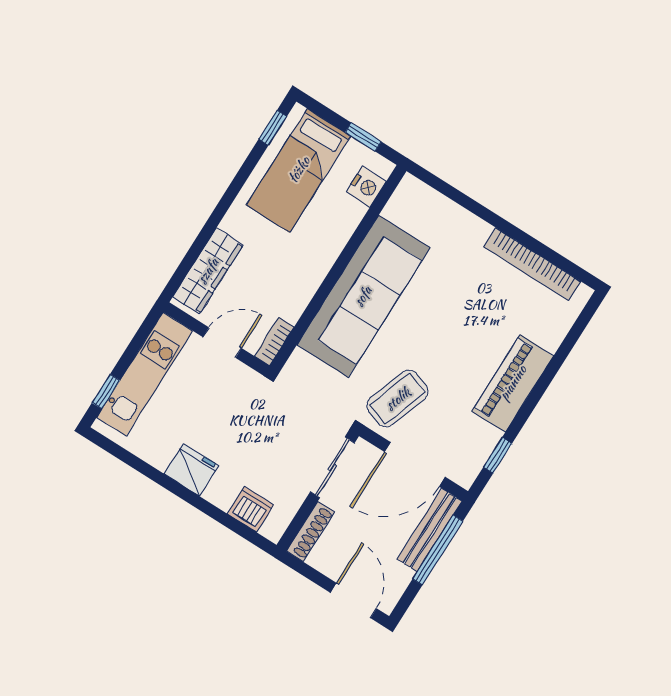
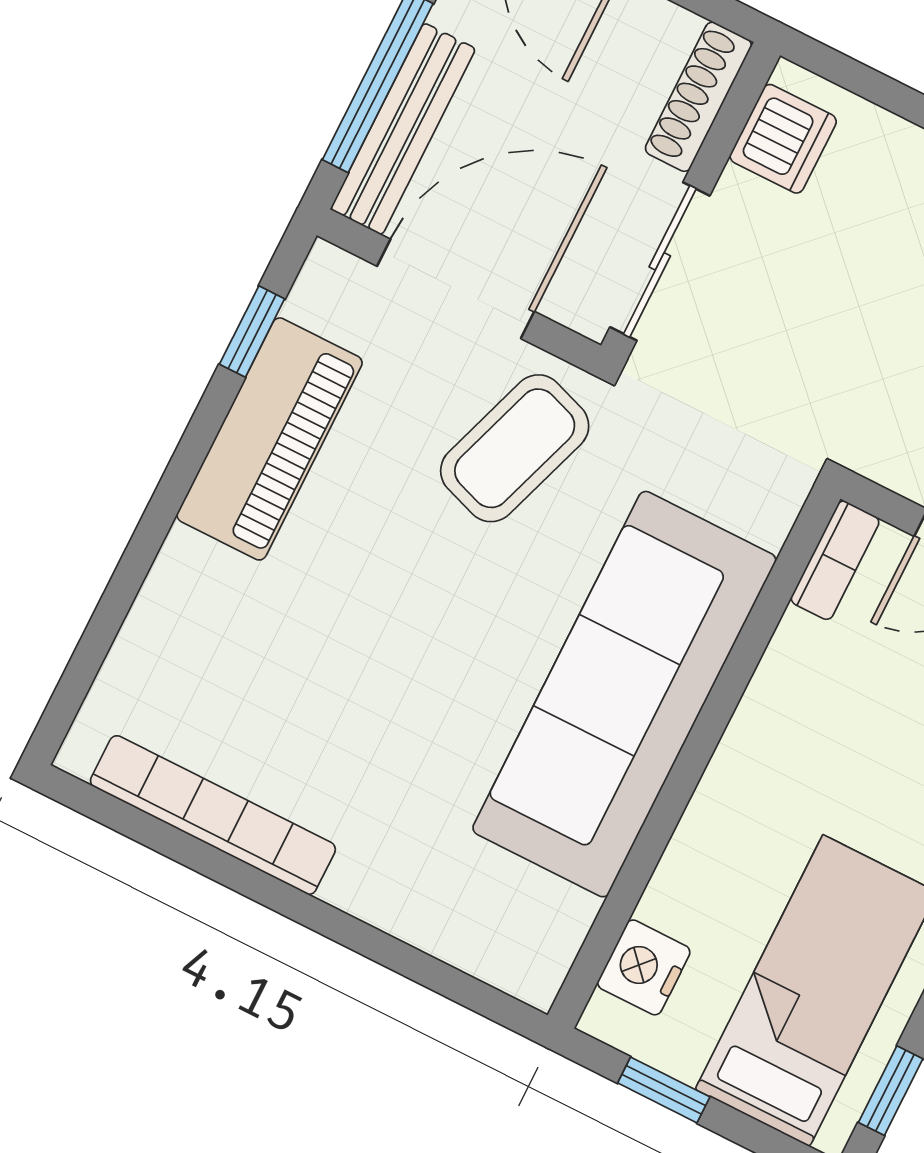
piano: (513, 383) -> (270, 439), moved
dishwasher: (251, 509) -> (783, 139), moved, turned -90

